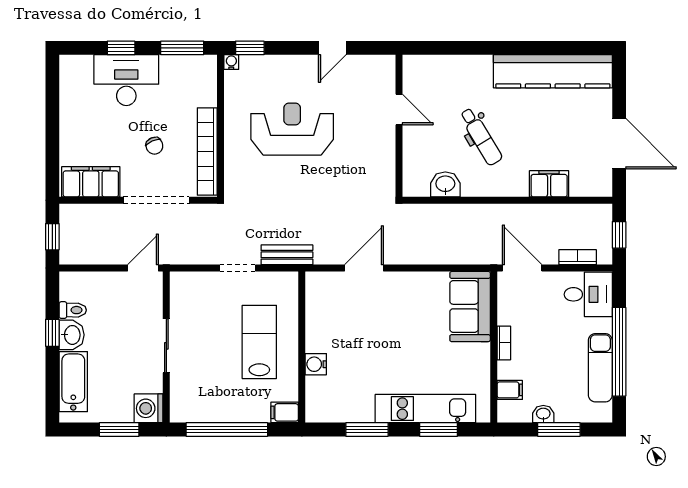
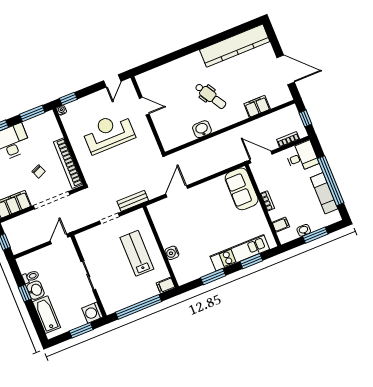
door: (399, 109) -> (144, 106), moved
wall: (399, 126) -> (148, 115), moved

